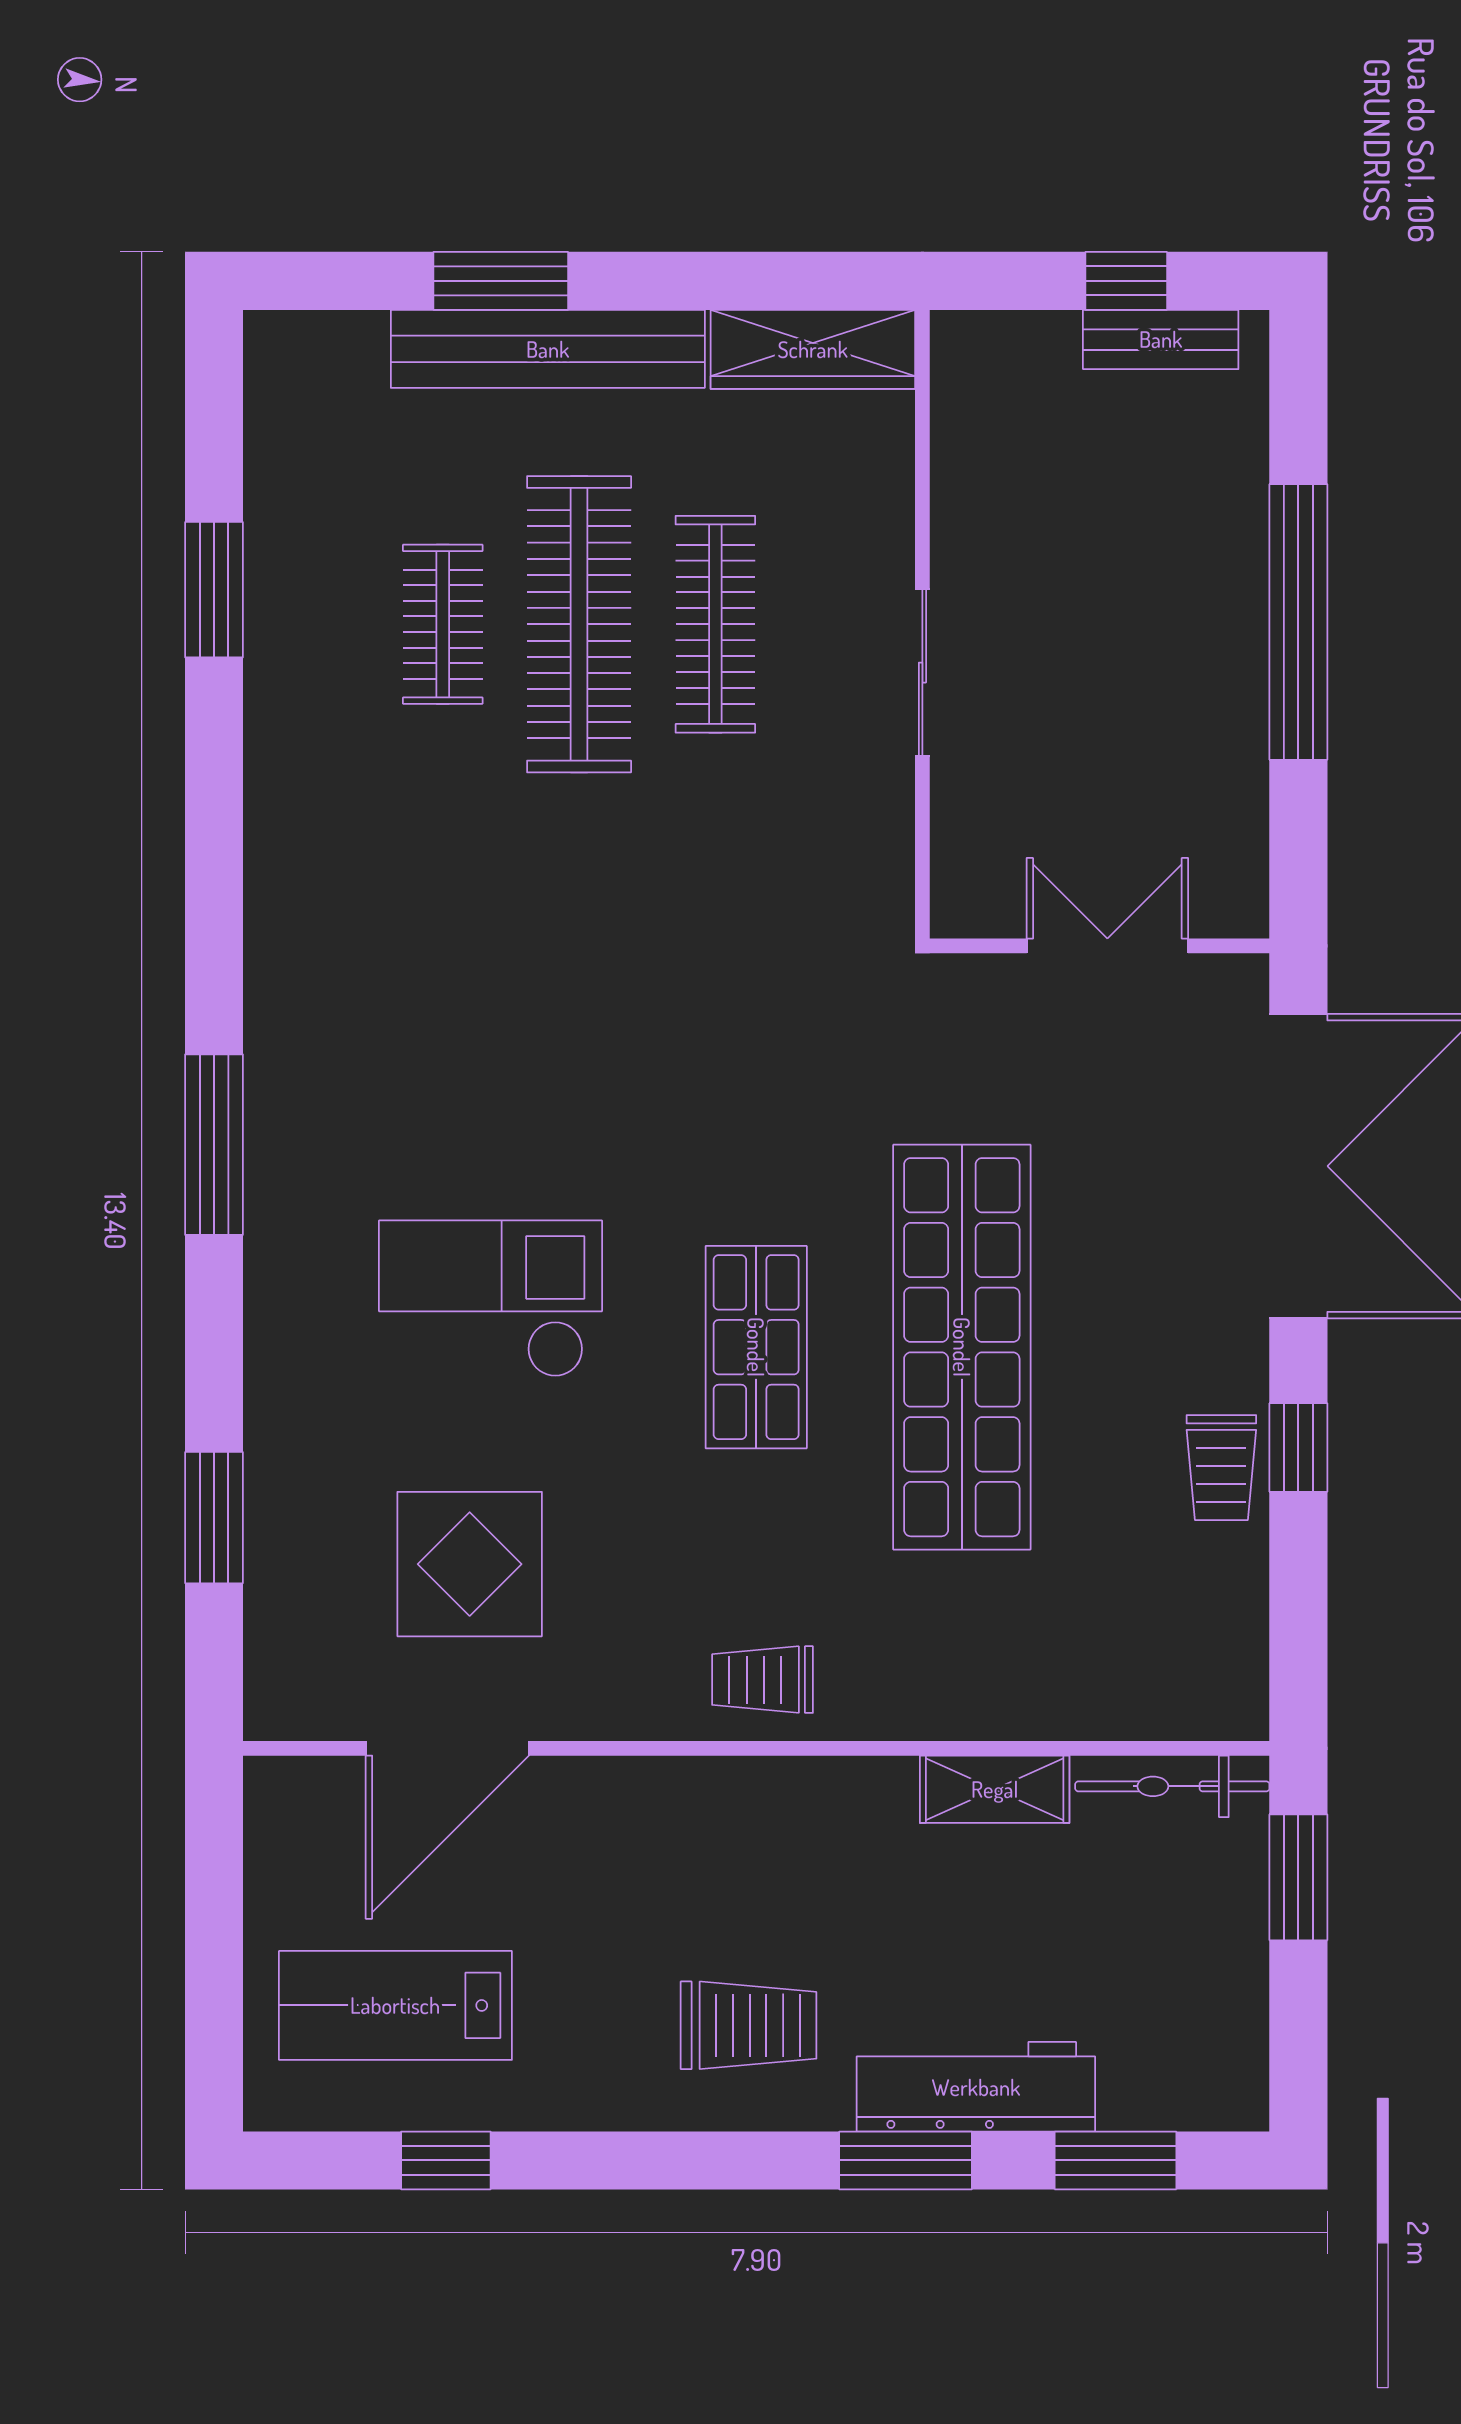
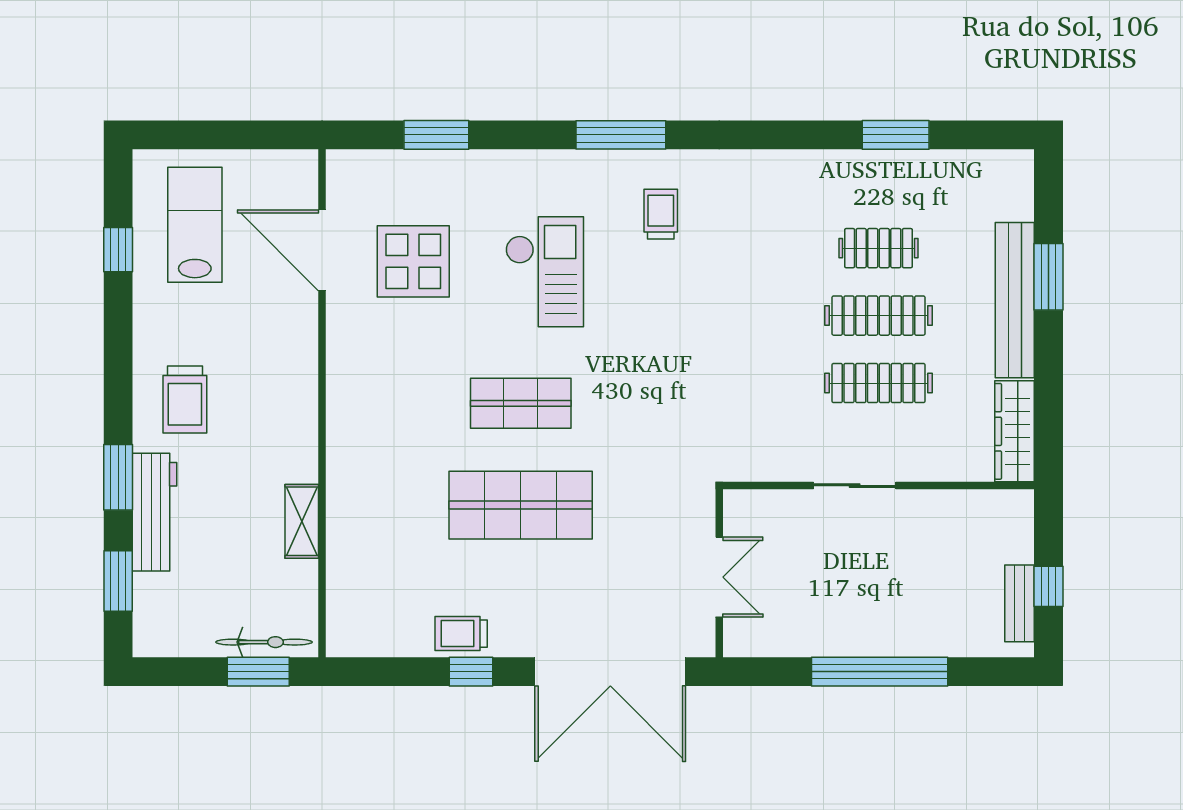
clothes rail: (579, 624) -> (878, 316), width x0.73, depth x0.76
shop shelf: (962, 1347) -> (521, 505), width x0.71
trolley: (763, 1680) -> (661, 214), moved
bicycle: (1172, 1786) -> (264, 642), moved, turned 90

